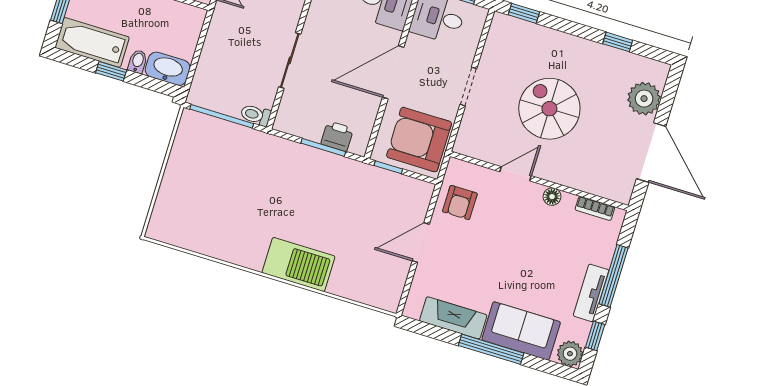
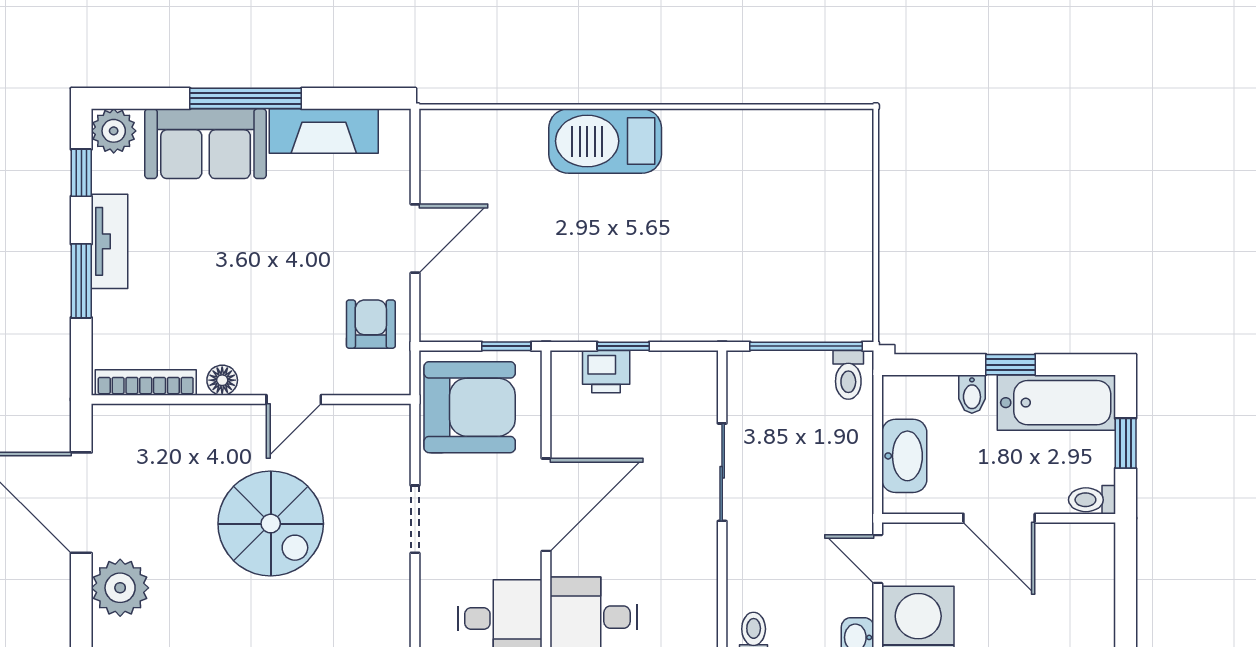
washbasin: (168, 69) -> (904, 456), moved, turned -90
toilet: (256, 115) -> (848, 375), moved, turned 90
window: (323, 147) -> (623, 346), width x0.67
bookcase: (595, 208) -> (146, 382), width x1.56
window: (613, 276) -> (81, 281), width x0.69

